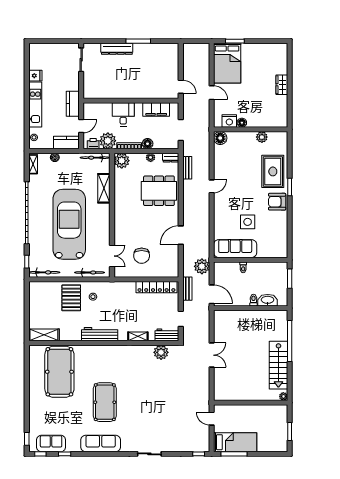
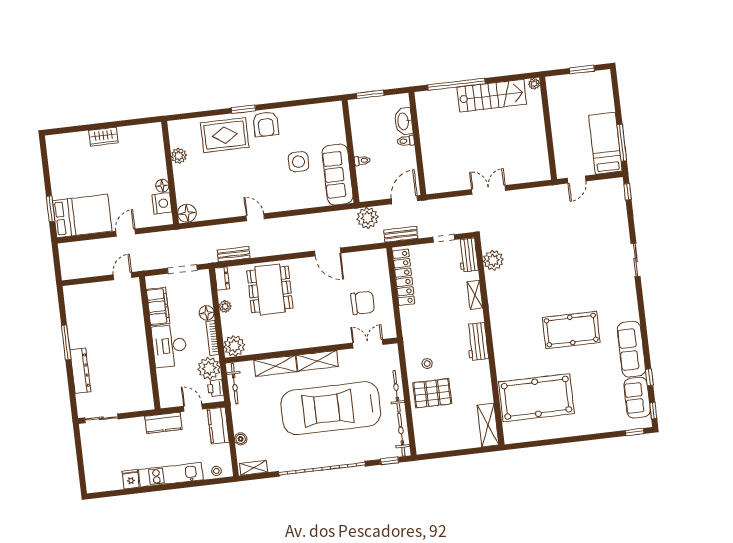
desk: (123, 114) -> (169, 346), width x1.37
shelving: (104, 219) -> (317, 361), added
bicycle: (90, 273) -> (397, 391), moved
workbench: (100, 334) -> (477, 342), width x0.73
sofa: (101, 443) -> (631, 349), moved

